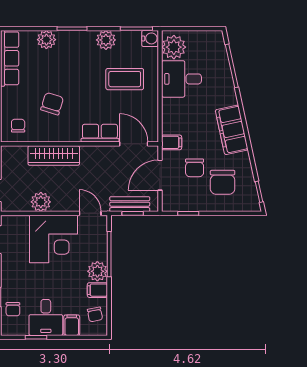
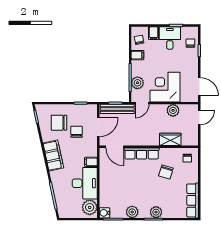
plant: (46, 40) -> (156, 212), moved
coffee table: (125, 79) -> (120, 187), removed
desk: (181, 79) -> (85, 183), width x1.37
row of seats: (100, 133) -> (142, 153), width x1.48
filing cabinet: (172, 142) -> (91, 162), moved
wardrobe: (54, 156) -> (170, 139), width x0.67
chair: (223, 182) -> (59, 123), turned -90
bench: (130, 204) -> (117, 109), width x1.36
door: (90, 213) -> (142, 103), hinge flipped
plant: (97, 271) -> (137, 83), moved

